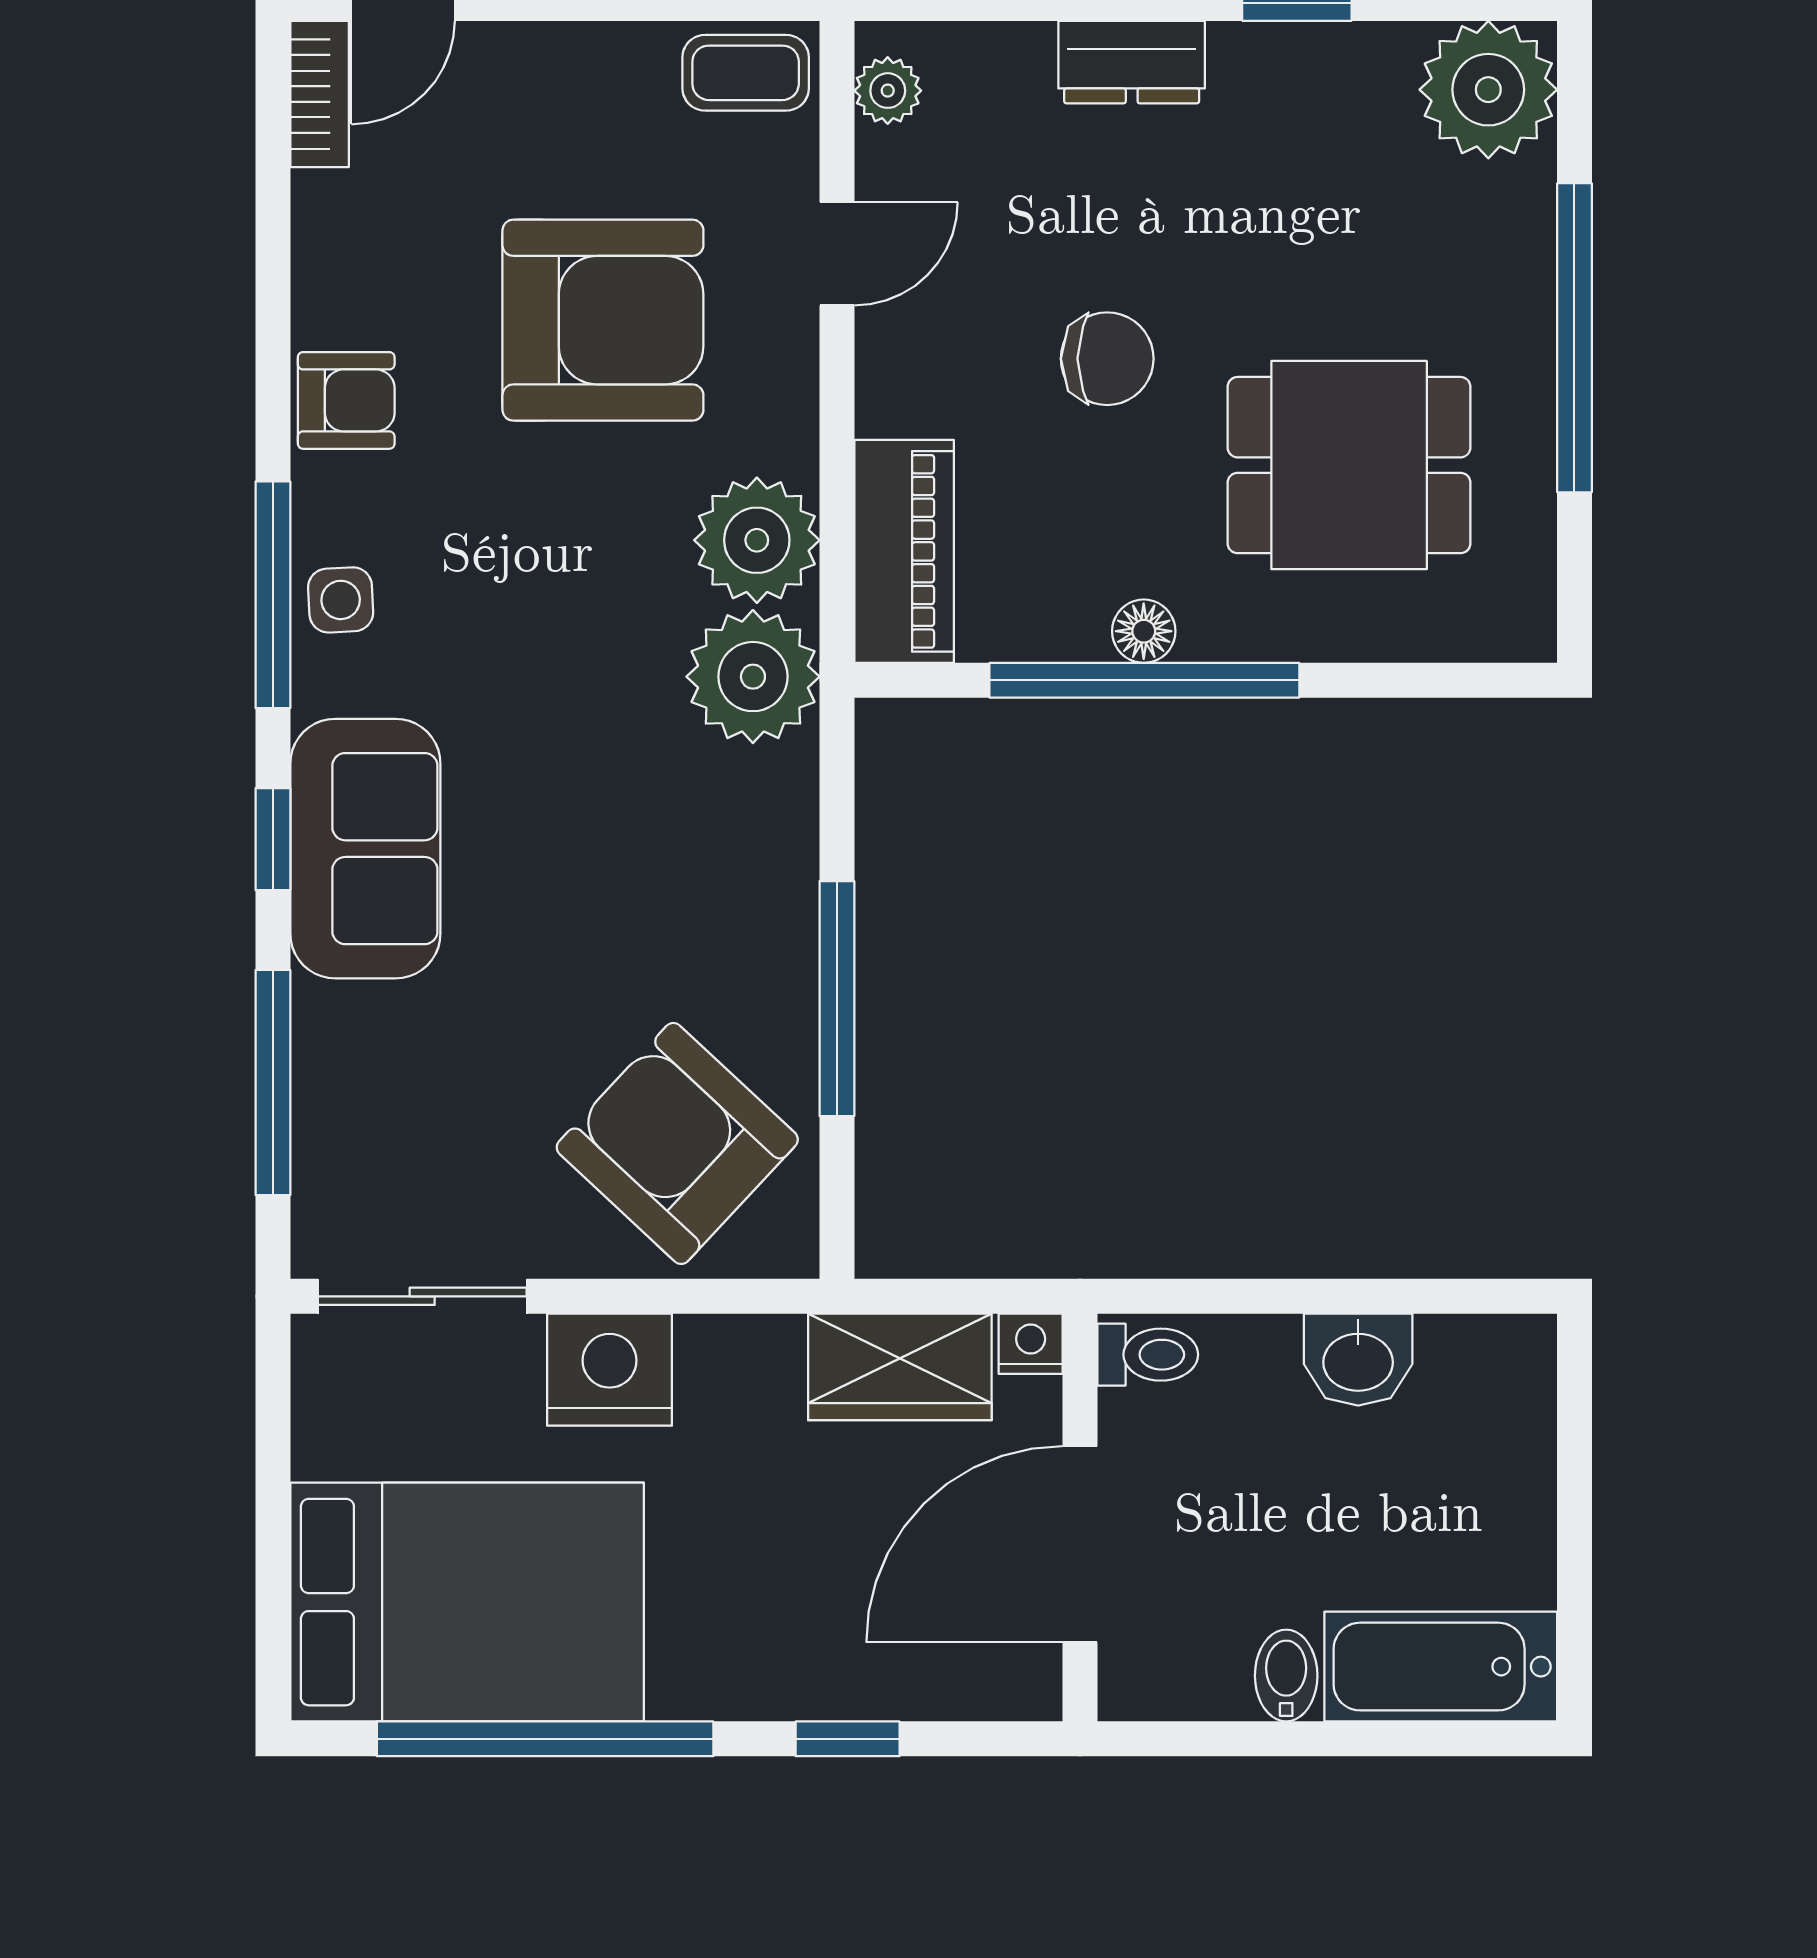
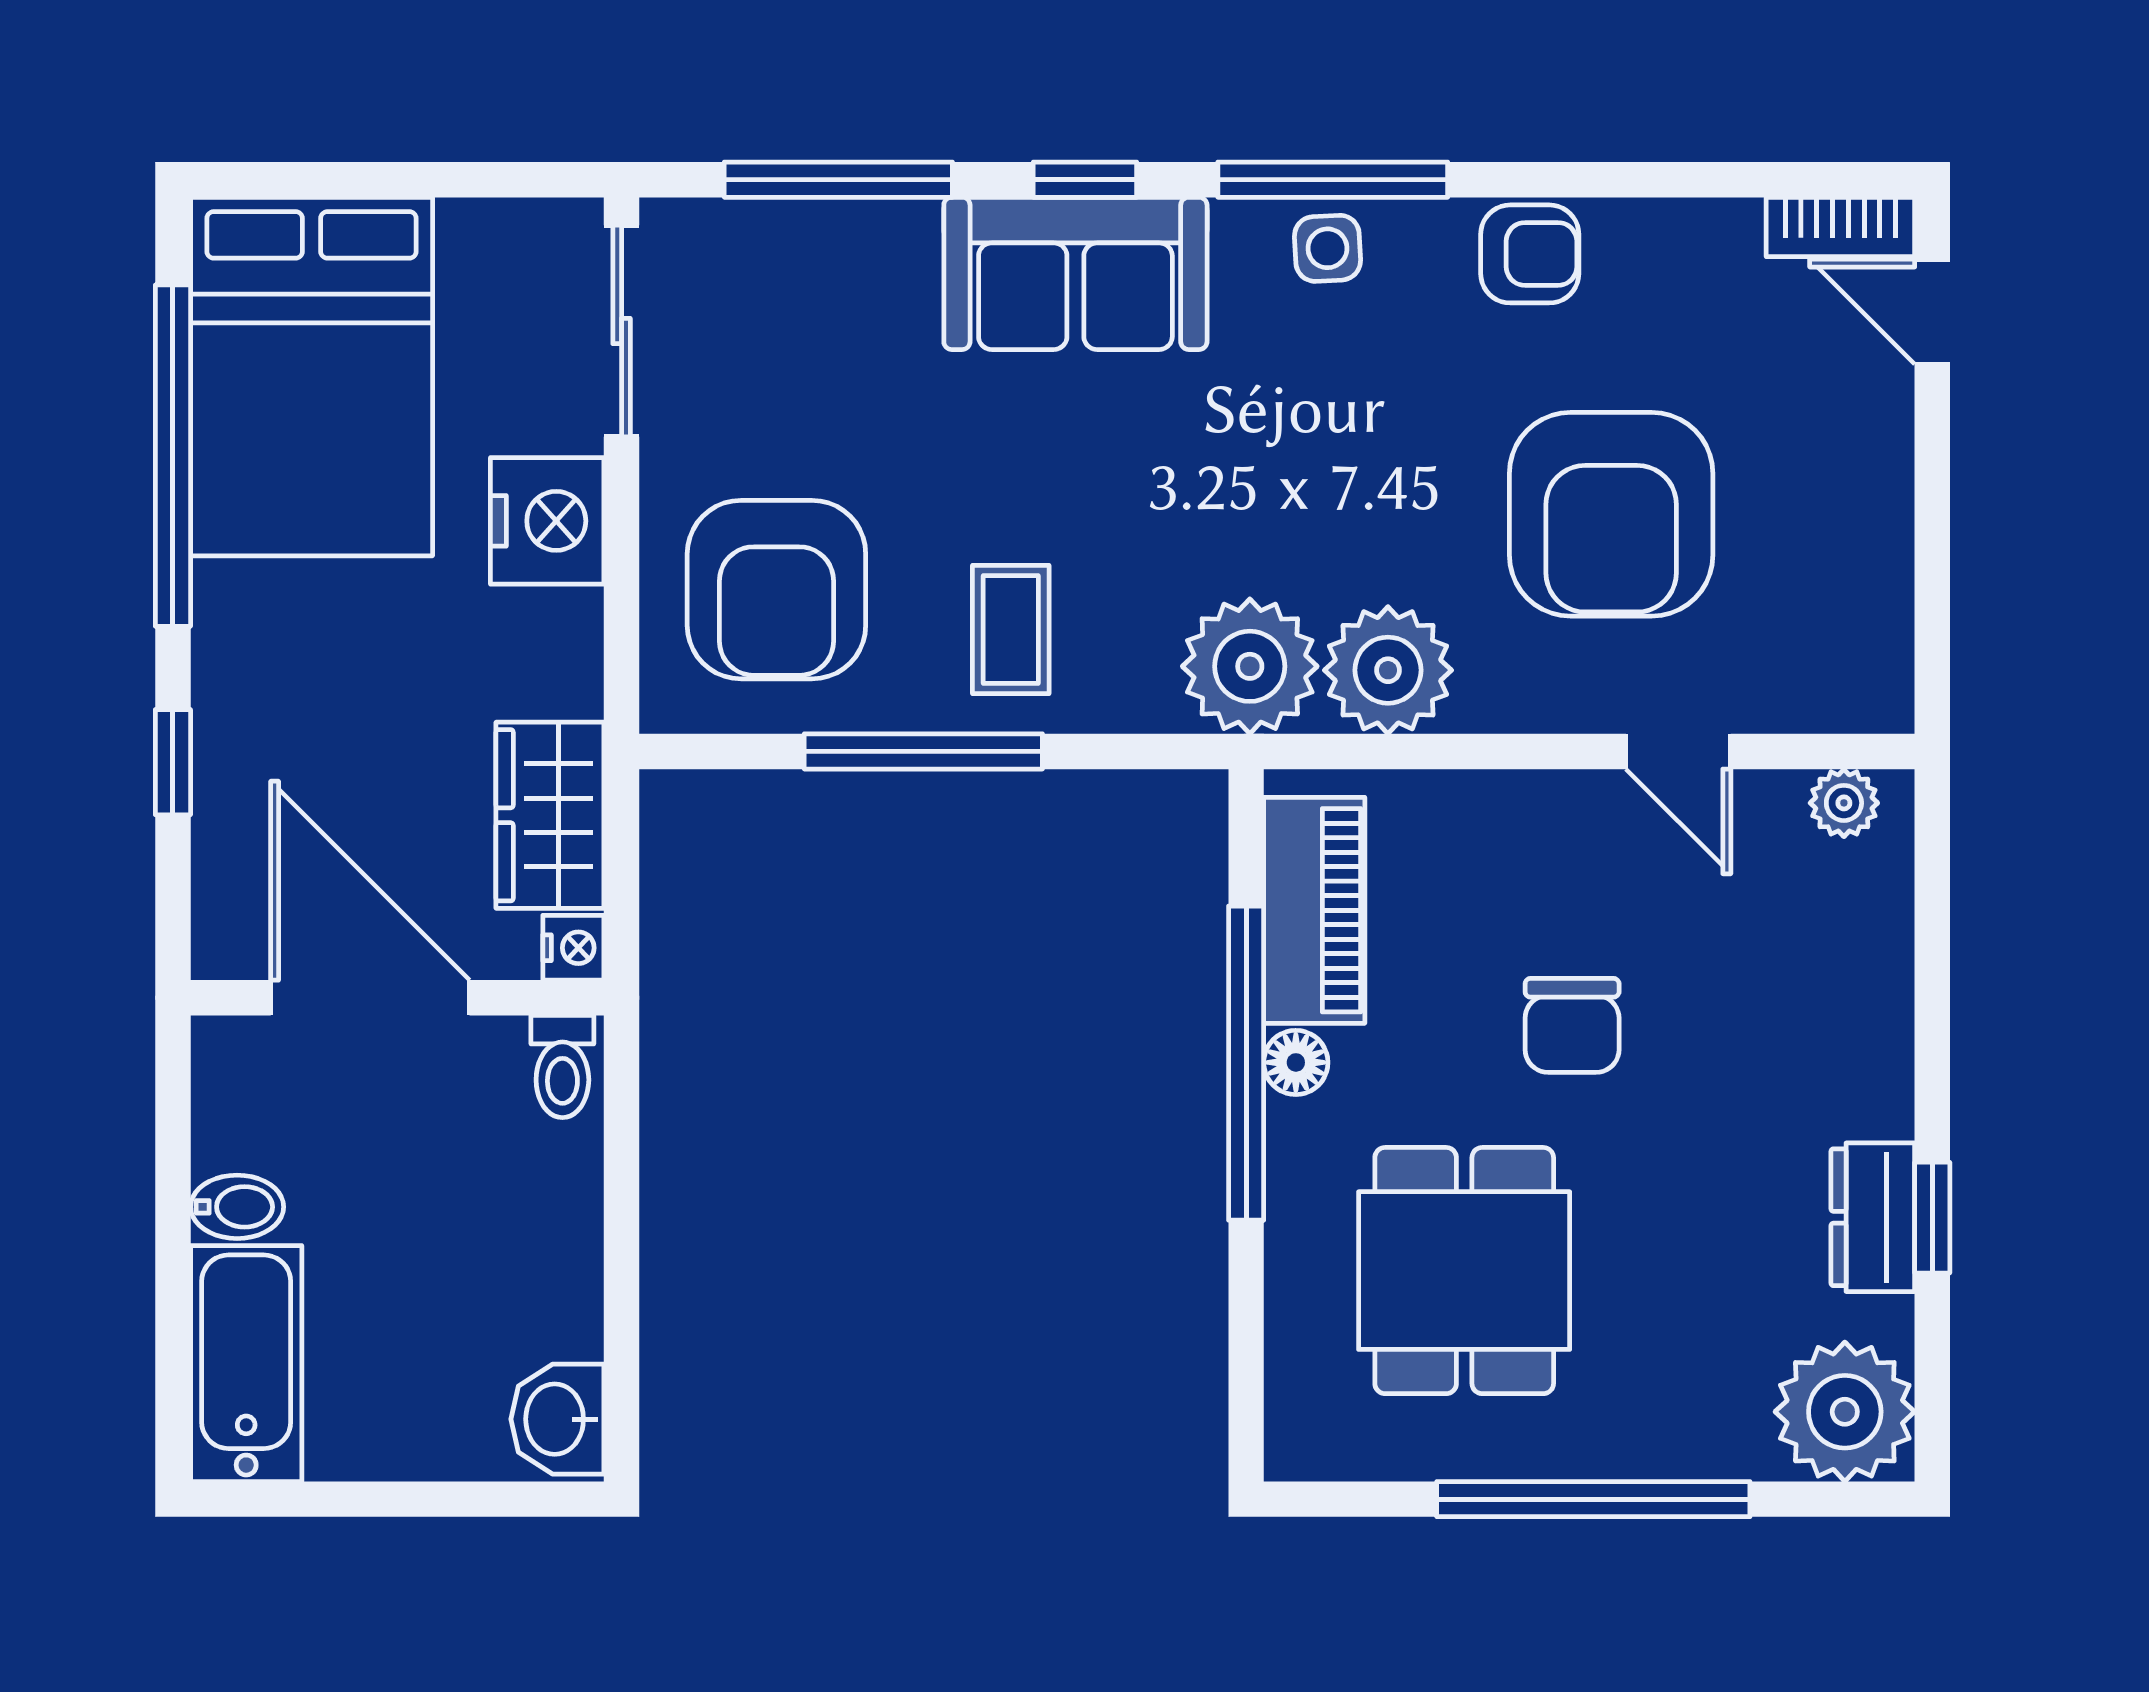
dresser: (1132, 62) -> (1873, 1217), moved
coffee table: (746, 73) -> (1011, 630), moved
armchair: (346, 400) -> (1530, 254), turned -90
piano: (904, 551) -> (1314, 910), moved, turned -90
armchair: (677, 1143) -> (776, 590), turned 137
washbasin: (1358, 1360) -> (557, 1419), moved

